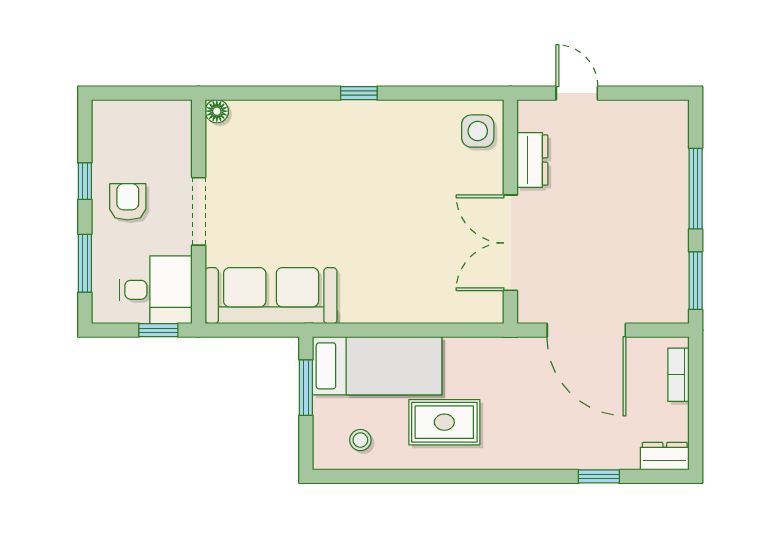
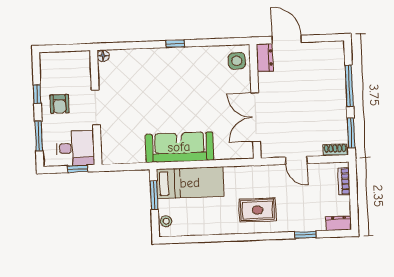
door: (577, 93) -> (287, 39), width x1.38
dresser: (532, 160) -> (265, 58), moved
armchair: (128, 202) -> (59, 104), turned 180
sofa: (271, 296) -> (179, 147), moved
shoe rack: (663, 312) -> (335, 150), added
door: (586, 330) -> (296, 160), width x0.53
rug: (444, 422) -> (258, 210), moved
stool: (360, 440) -> (166, 221), moved

